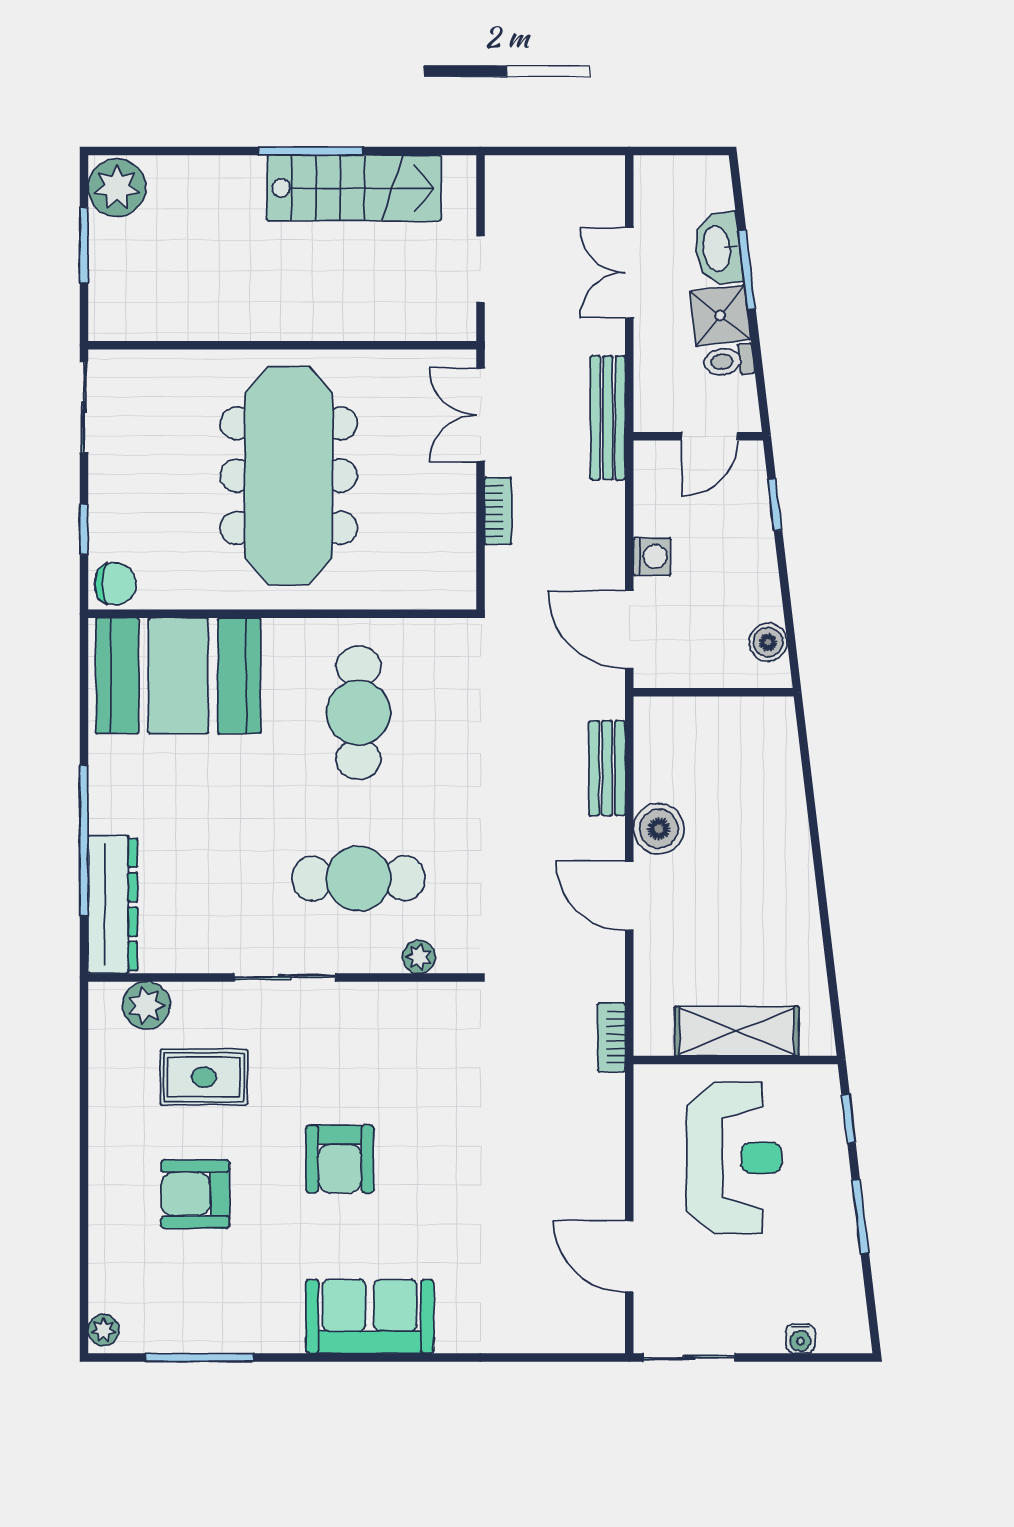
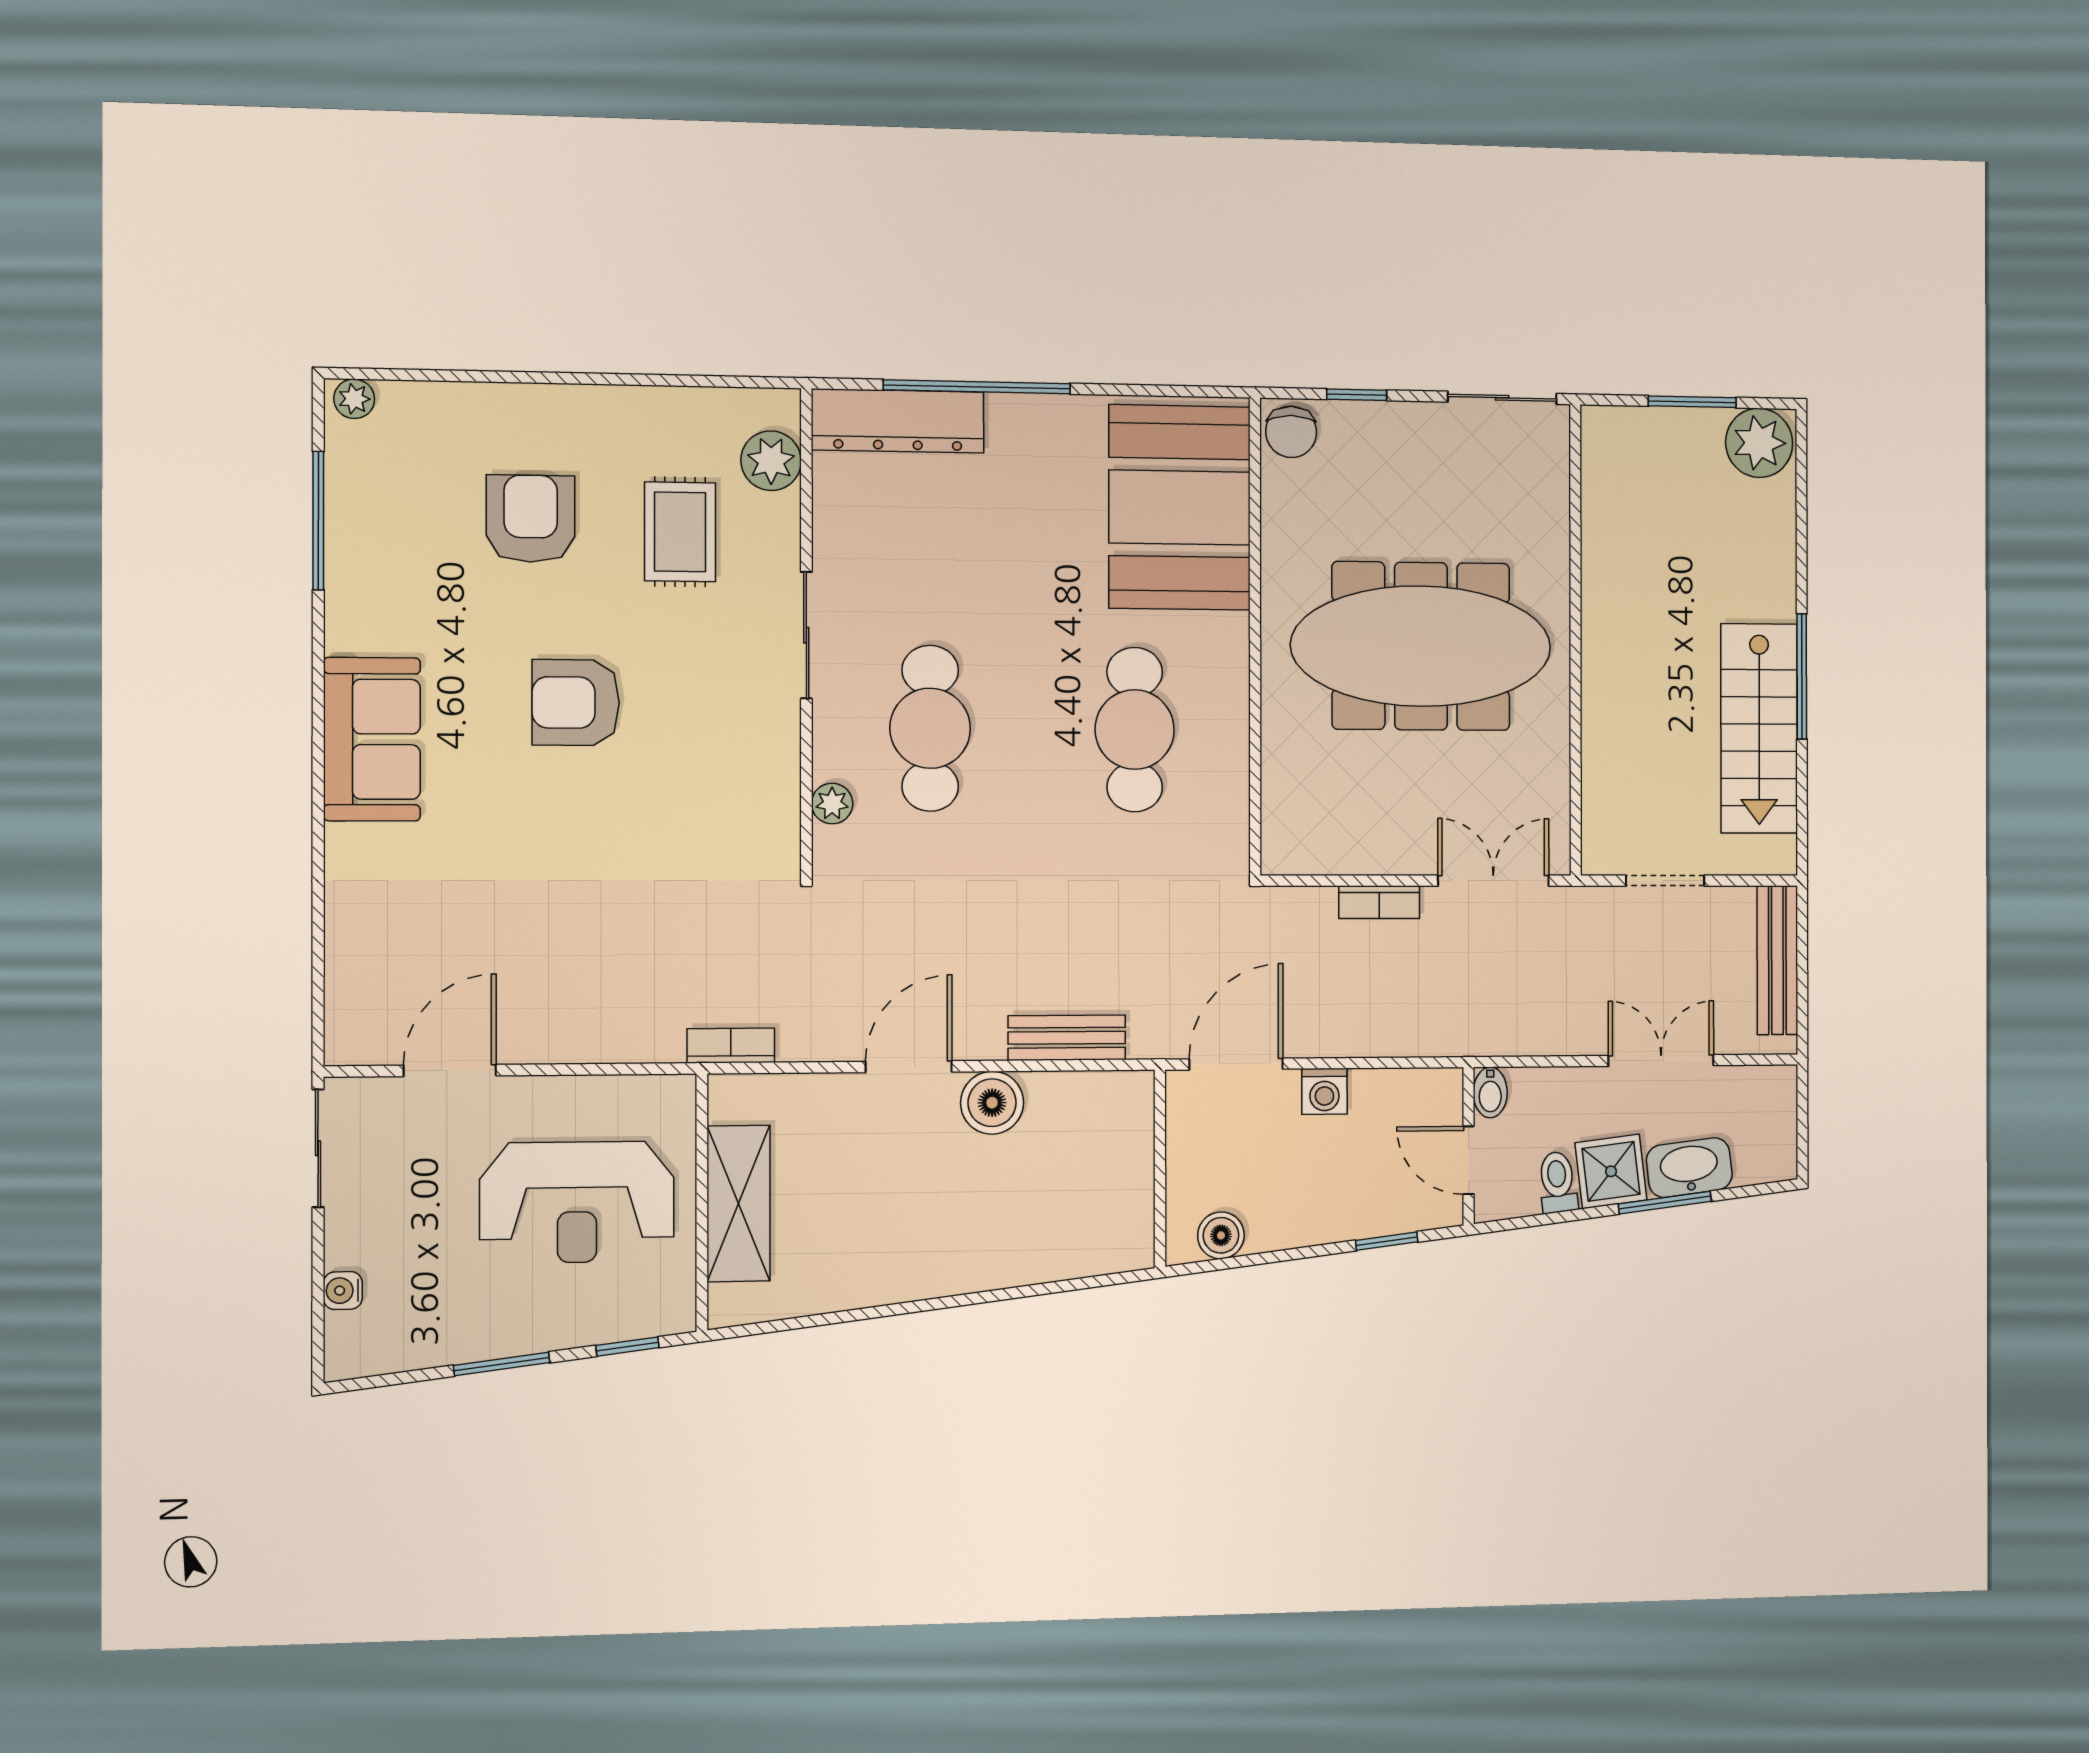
bench: (608, 418) -> (1777, 960), moved, turned 90
bidet: (654, 418) -> (1490, 1092), added
cafe table: (358, 713) -> (1135, 730), turned 90

